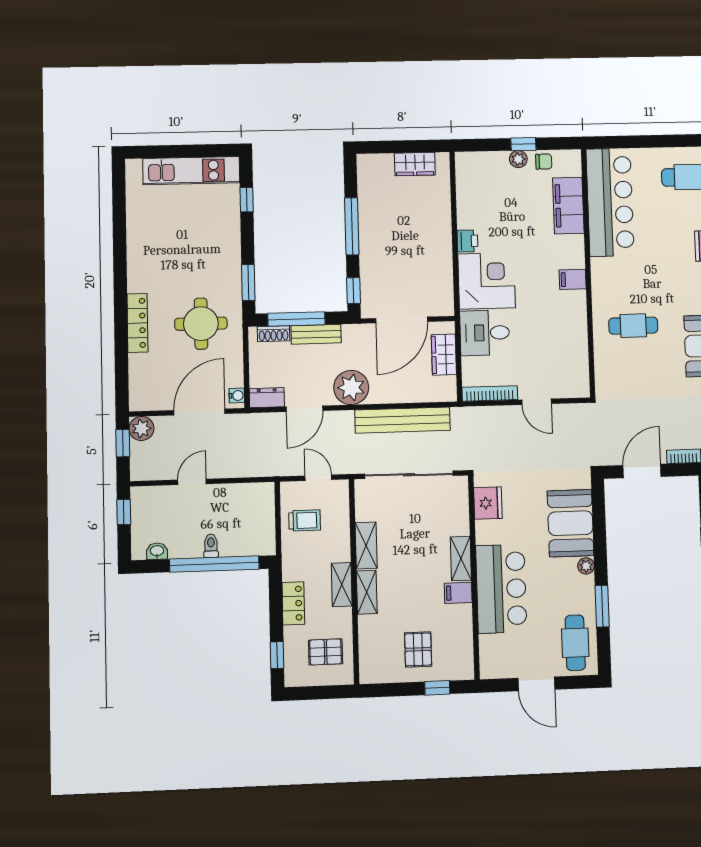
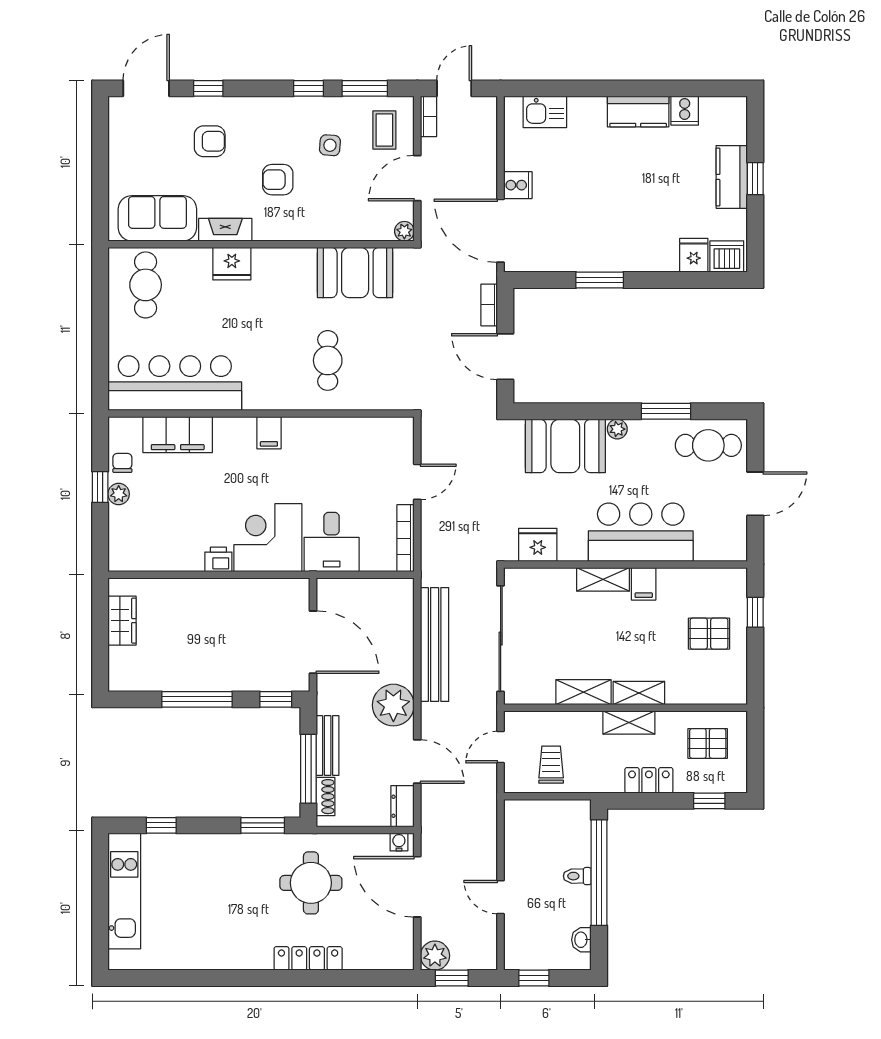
wardrobe: (444, 355) -> (357, 592), removed
pallet: (326, 652) -> (708, 743), turned 90

